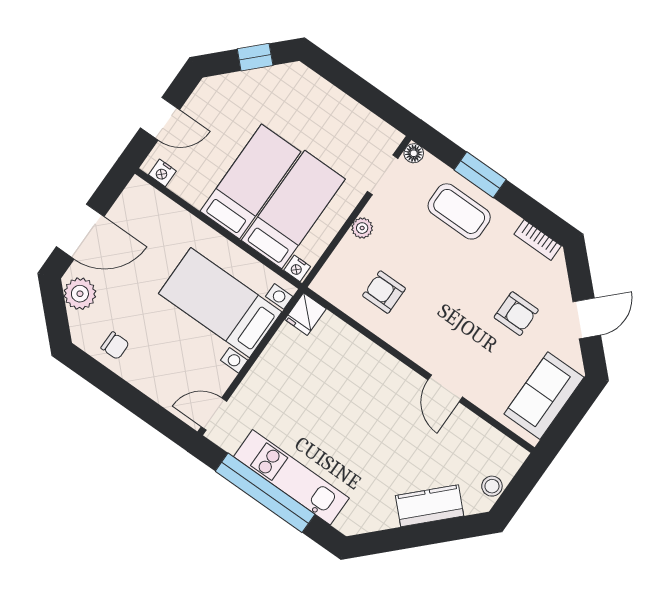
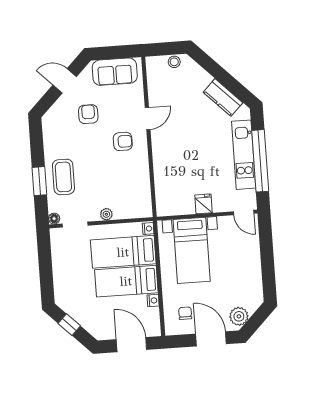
door: (160, 119) -> (131, 345), width x1.38
nightstand: (162, 173) -> (153, 300), moved
bookcase: (538, 240) -> (48, 131), removed
armchair: (384, 292) -> (123, 141), moved, turned -90
fridge: (305, 314) -> (204, 204), moved, turned -90
chair: (115, 346) -> (185, 313), moved
kitchen counter: (430, 506) -> (223, 97), moved

